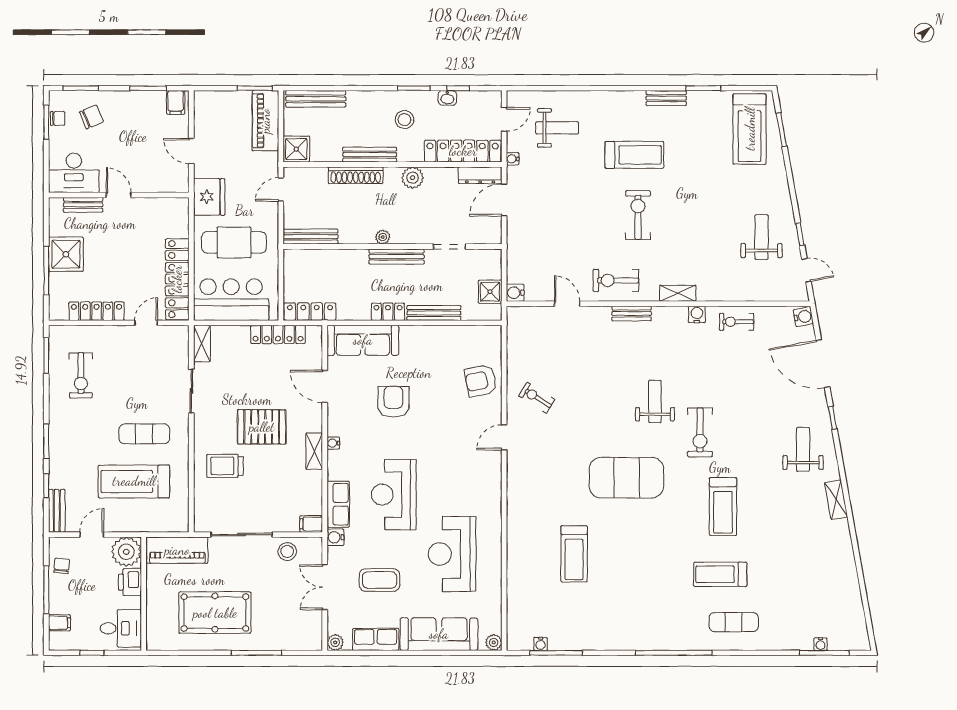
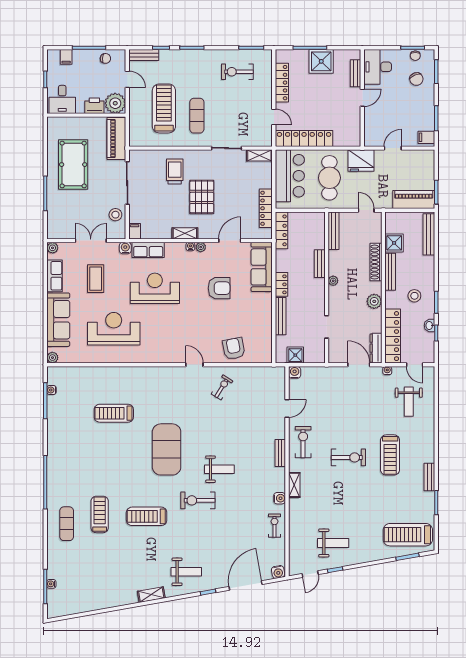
shower: (296, 149) -> (394, 243), moved
bench: (397, 257) -> (320, 264), moved, width x0.73
plant: (334, 428) -> (201, 247), added

